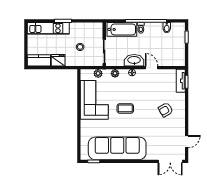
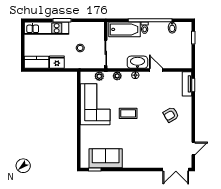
sofa: (117, 148) -> (106, 158), width x0.54, depth x0.79

